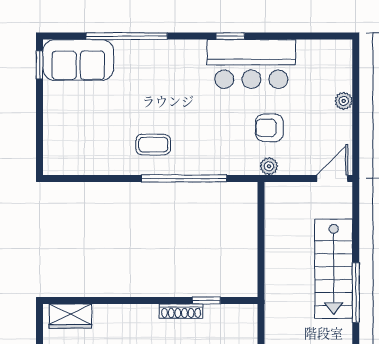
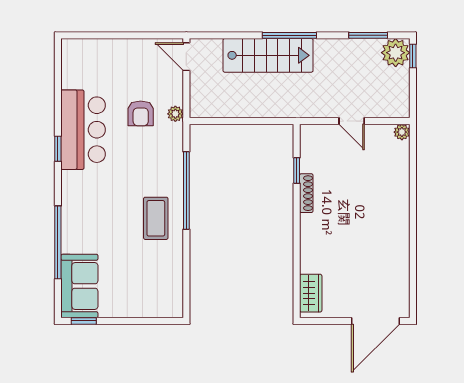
plant: (344, 101) -> (116, 46), removed
coffee table: (153, 145) -> (156, 218), width x1.36, depth x1.30

